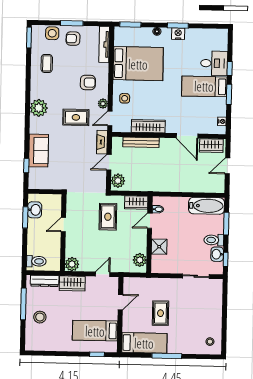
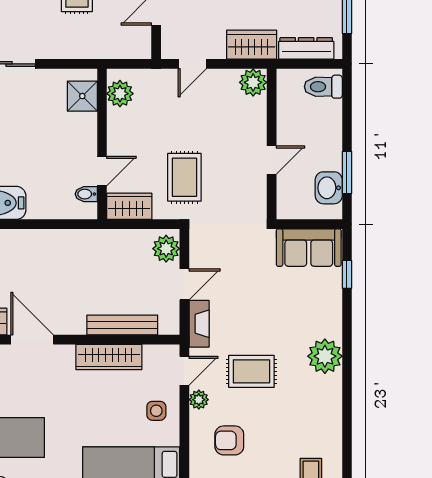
plant: (39, 108) -> (325, 356), moved
sofa: (39, 151) -> (309, 248), moved, turned -90
shower: (159, 247) -> (82, 96), moved

